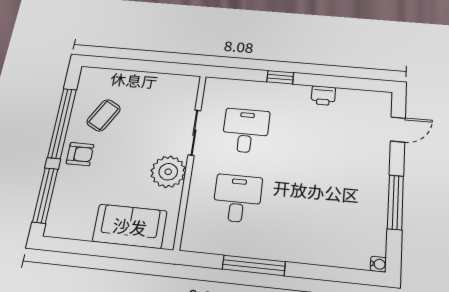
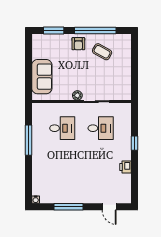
plant: (168, 172) -> (77, 95), width x0.53, depth x0.53
window: (45, 195) -> (54, 30), width x0.69

